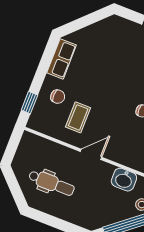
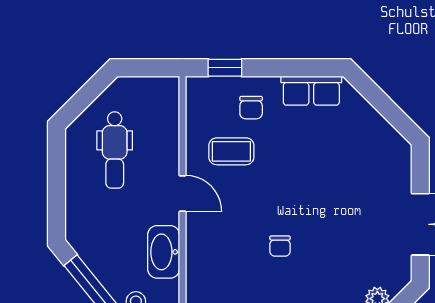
washbasin: (124, 180) -> (164, 252), width x1.38

